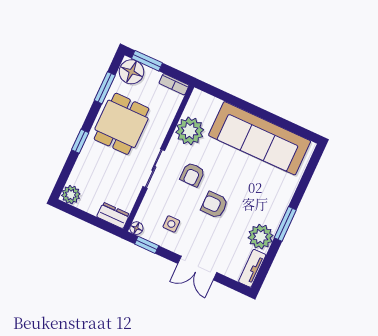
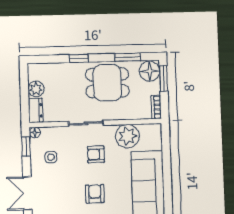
plant: (71, 195) -> (36, 89), moved
armchair: (214, 205) -> (95, 194), moved

